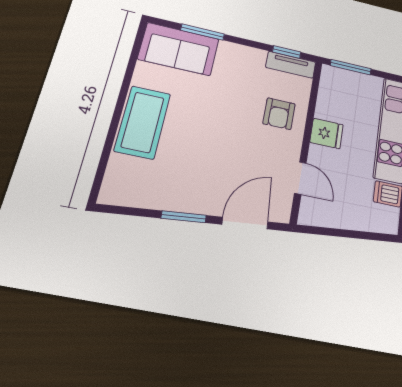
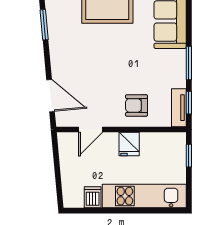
window: (203, 32) -> (189, 63), moved
window: (351, 67) -> (189, 156), width x0.67
window: (184, 217) -> (44, 25), moved

